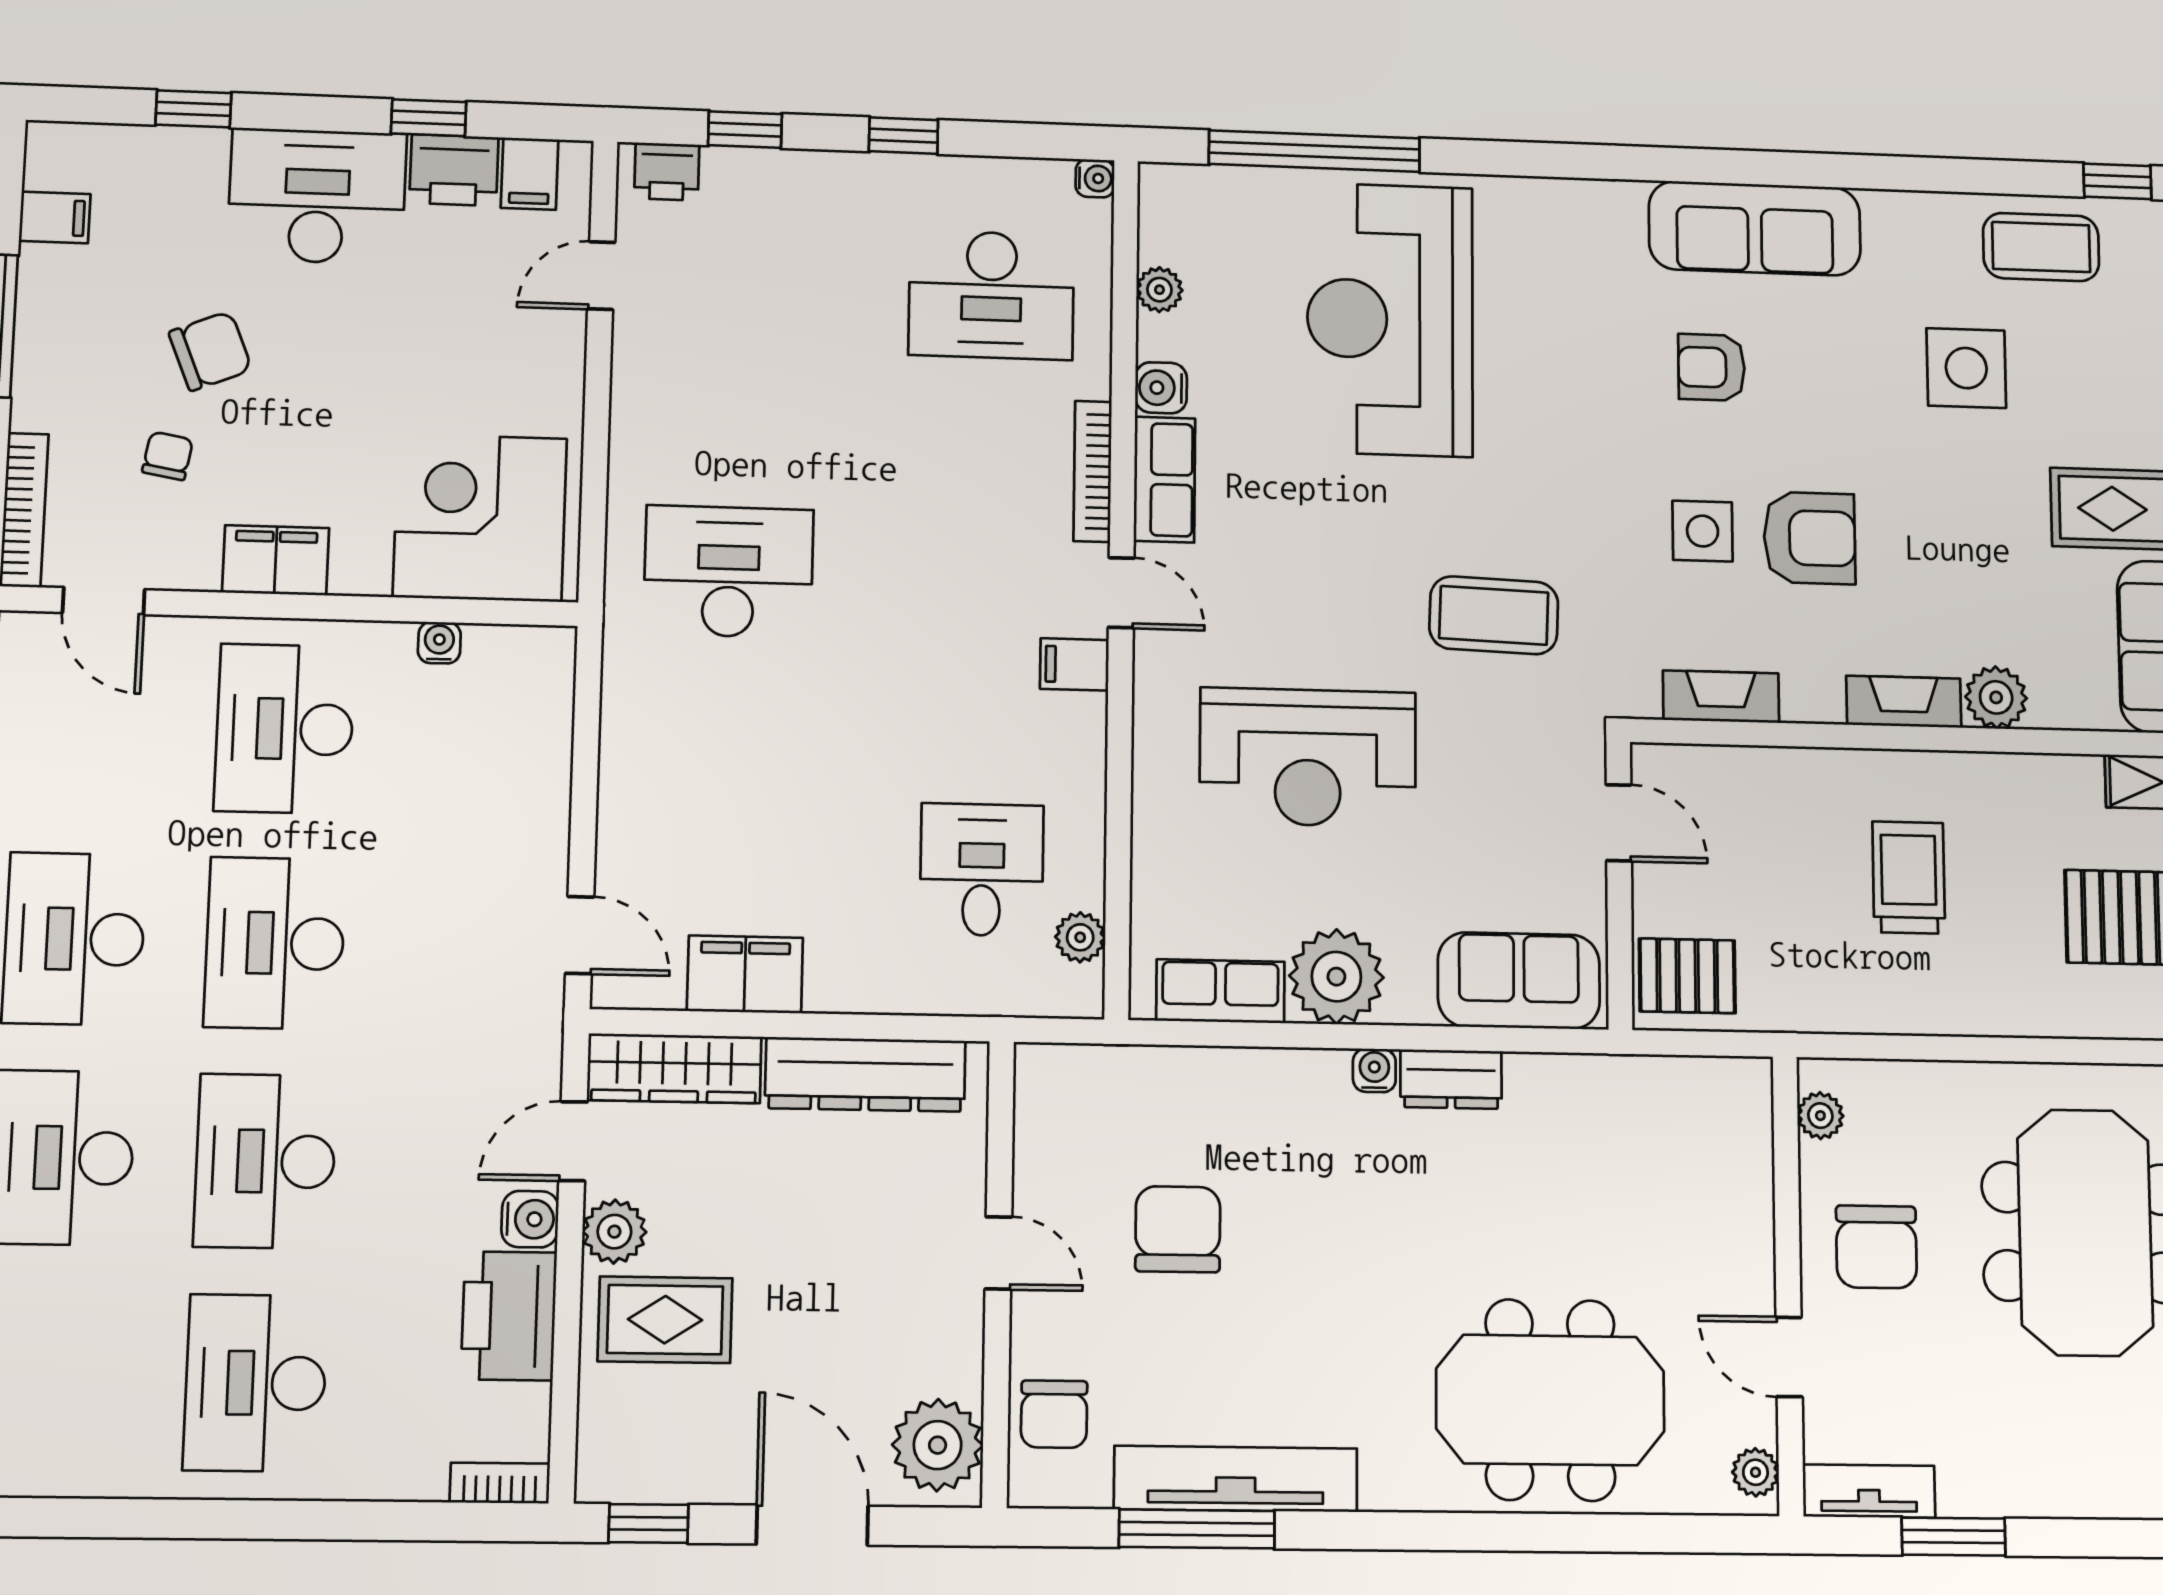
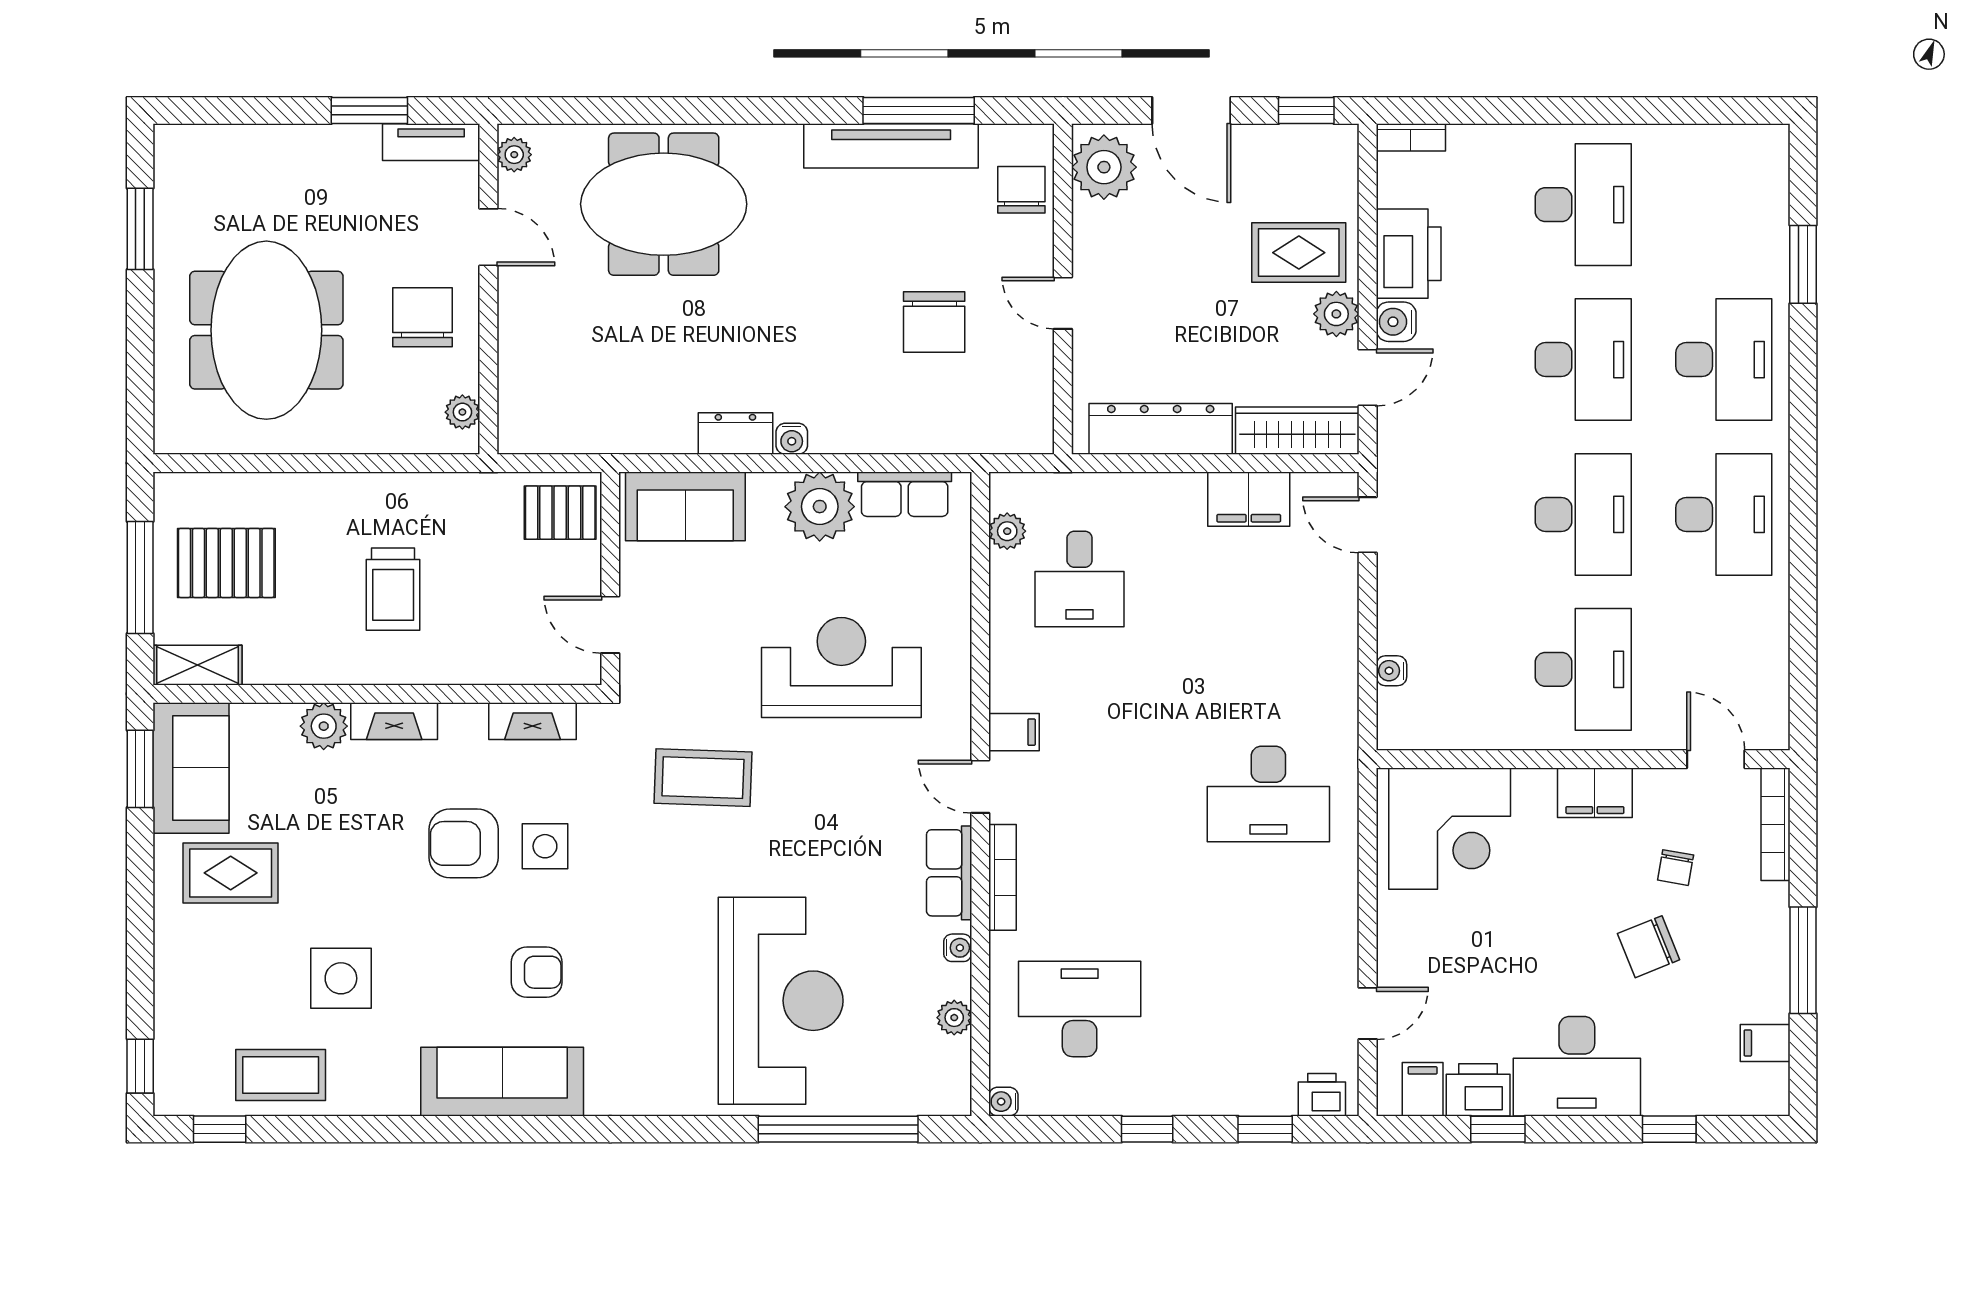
water cooler: (1161, 388) -> (958, 948), width x0.72, depth x0.72
water cooler: (439, 643) -> (1391, 671), moved, turned 90

